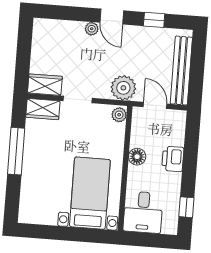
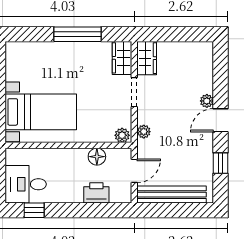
plant: (123, 88) -> (144, 132), width x0.53, depth x0.53
floor lamp: (137, 157) -> (97, 157), moved
printer: (173, 159) -> (96, 193), moved
desk: (143, 212) -> (26, 184), moved

